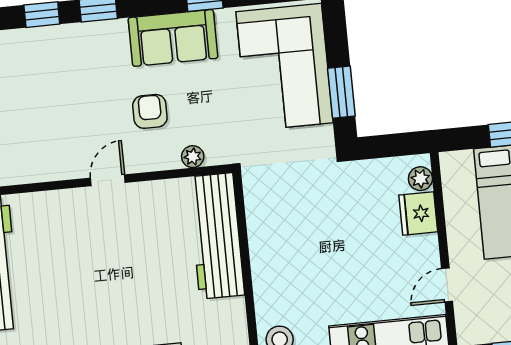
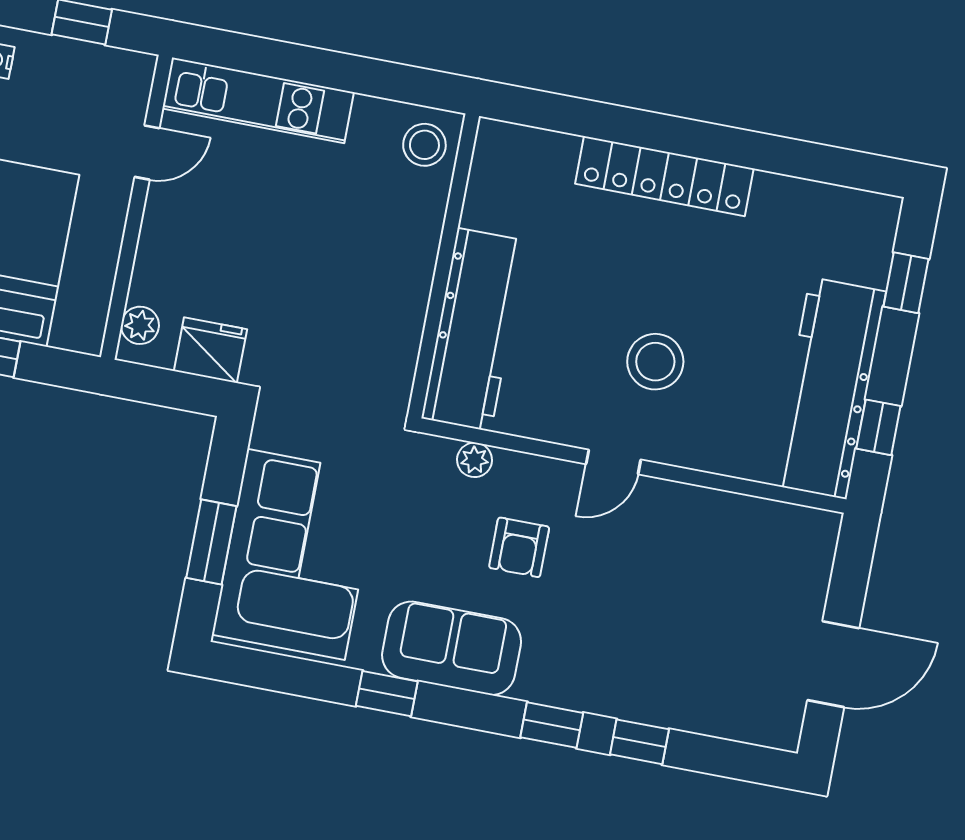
window: (341, 92) -> (211, 542), moved
fridge: (418, 213) -> (210, 350), moved, turned -90
stool: (100, 249) -> (655, 362), added

